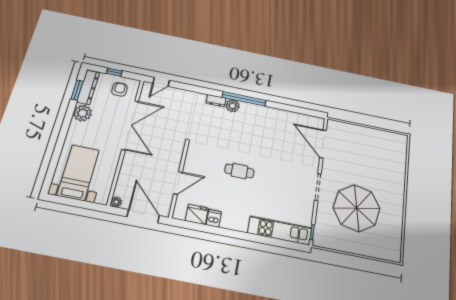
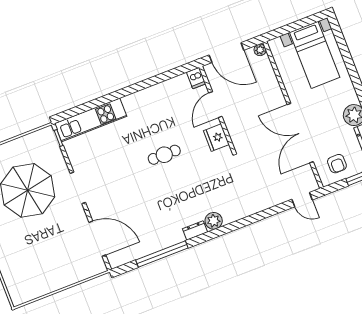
door: (161, 82) -> (302, 200), swing flipped
window: (244, 99) -> (162, 254), moved
dresser: (216, 101) -> (195, 230), moved
fridge: (197, 214) -> (216, 138), moved, turned 90
dishwasher: (214, 218) -> (196, 78), moved

